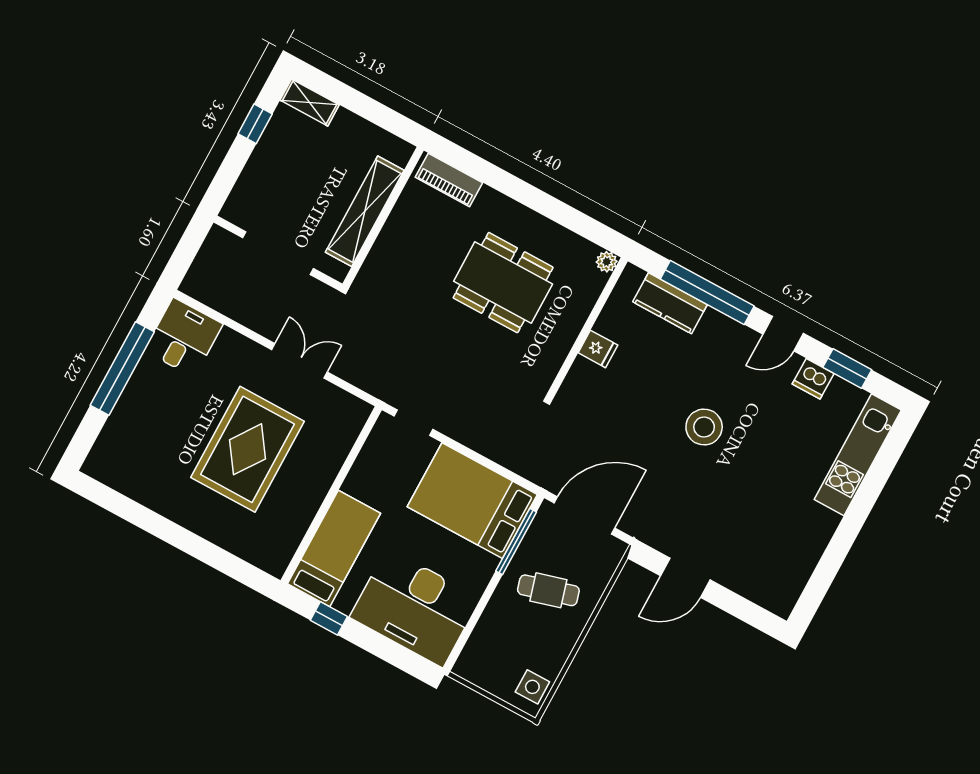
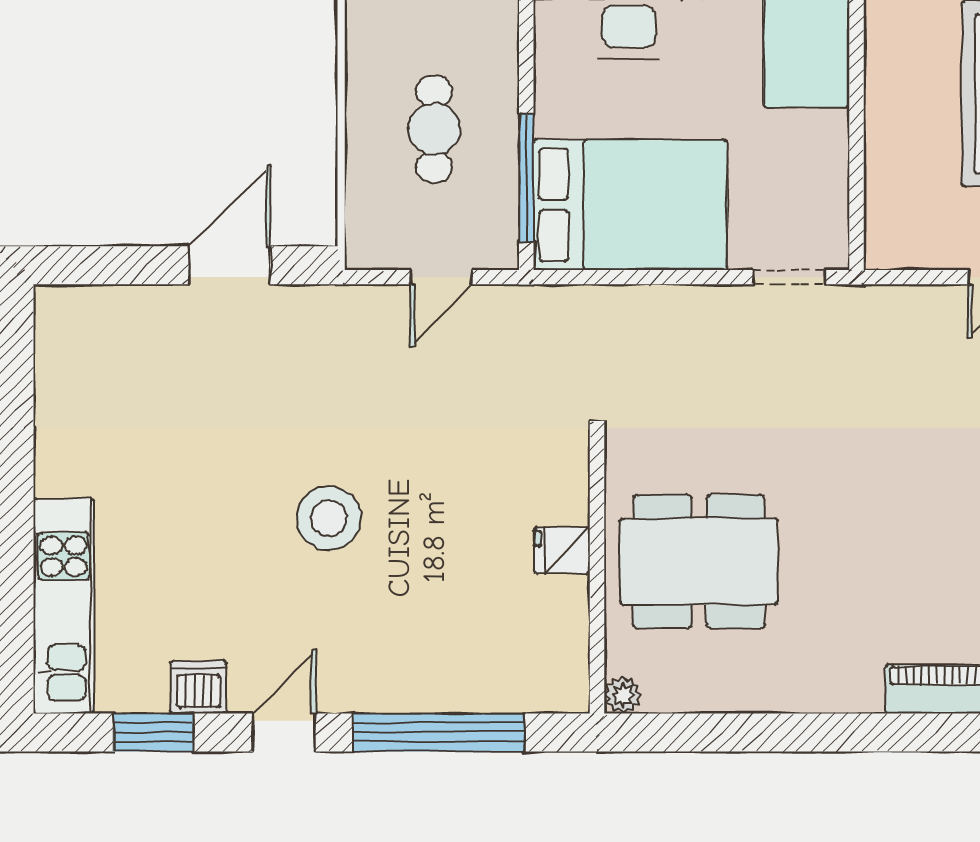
dining table: (503, 283) -> (699, 562), moved
kitchen counter: (670, 303) -> (488, 684), removed
door: (585, 516) -> (441, 277), width x0.53
cafe table: (548, 590) -> (434, 129), turned -74

